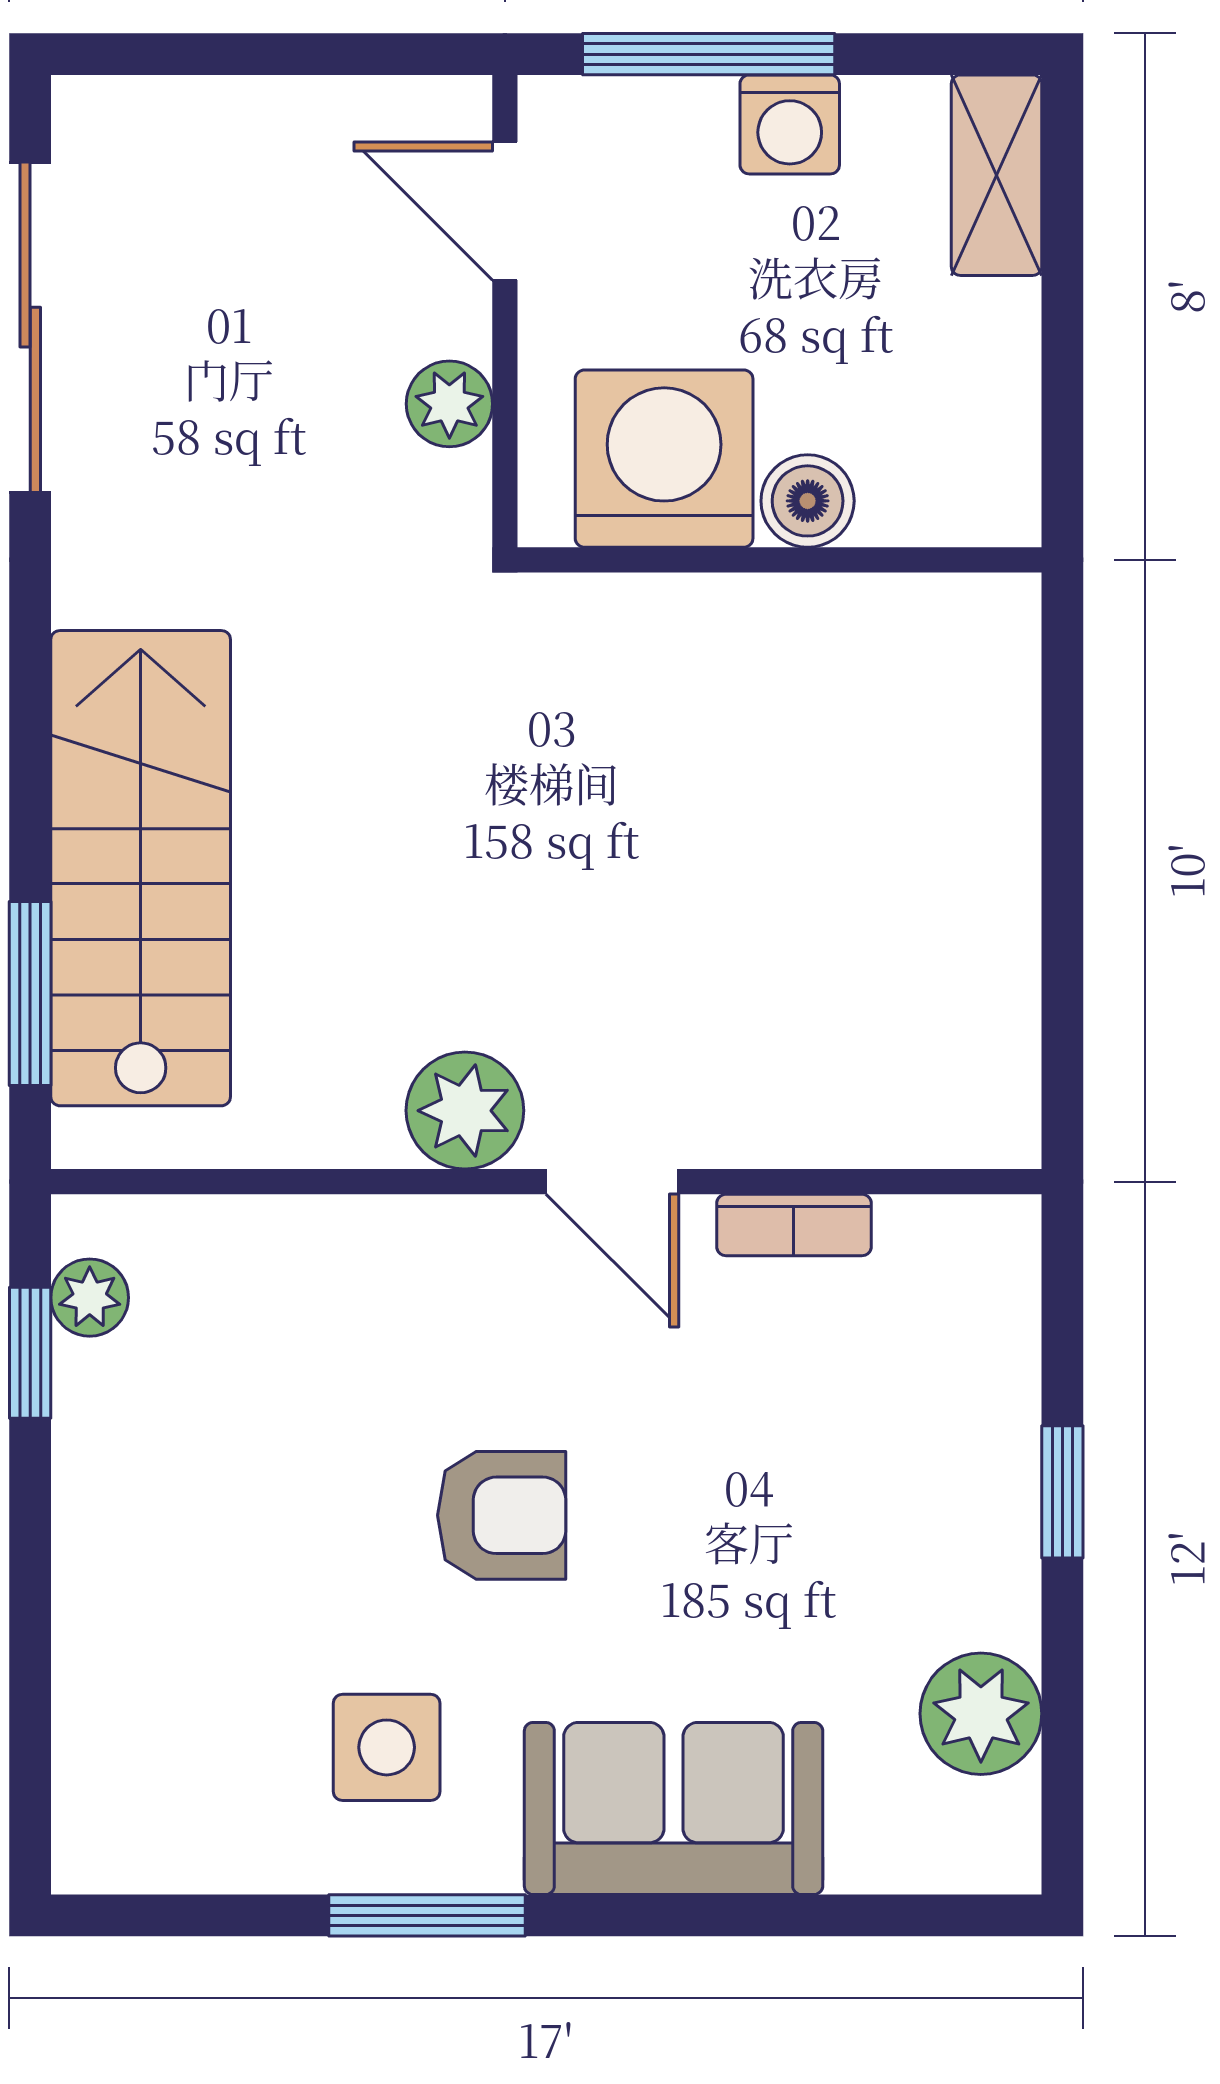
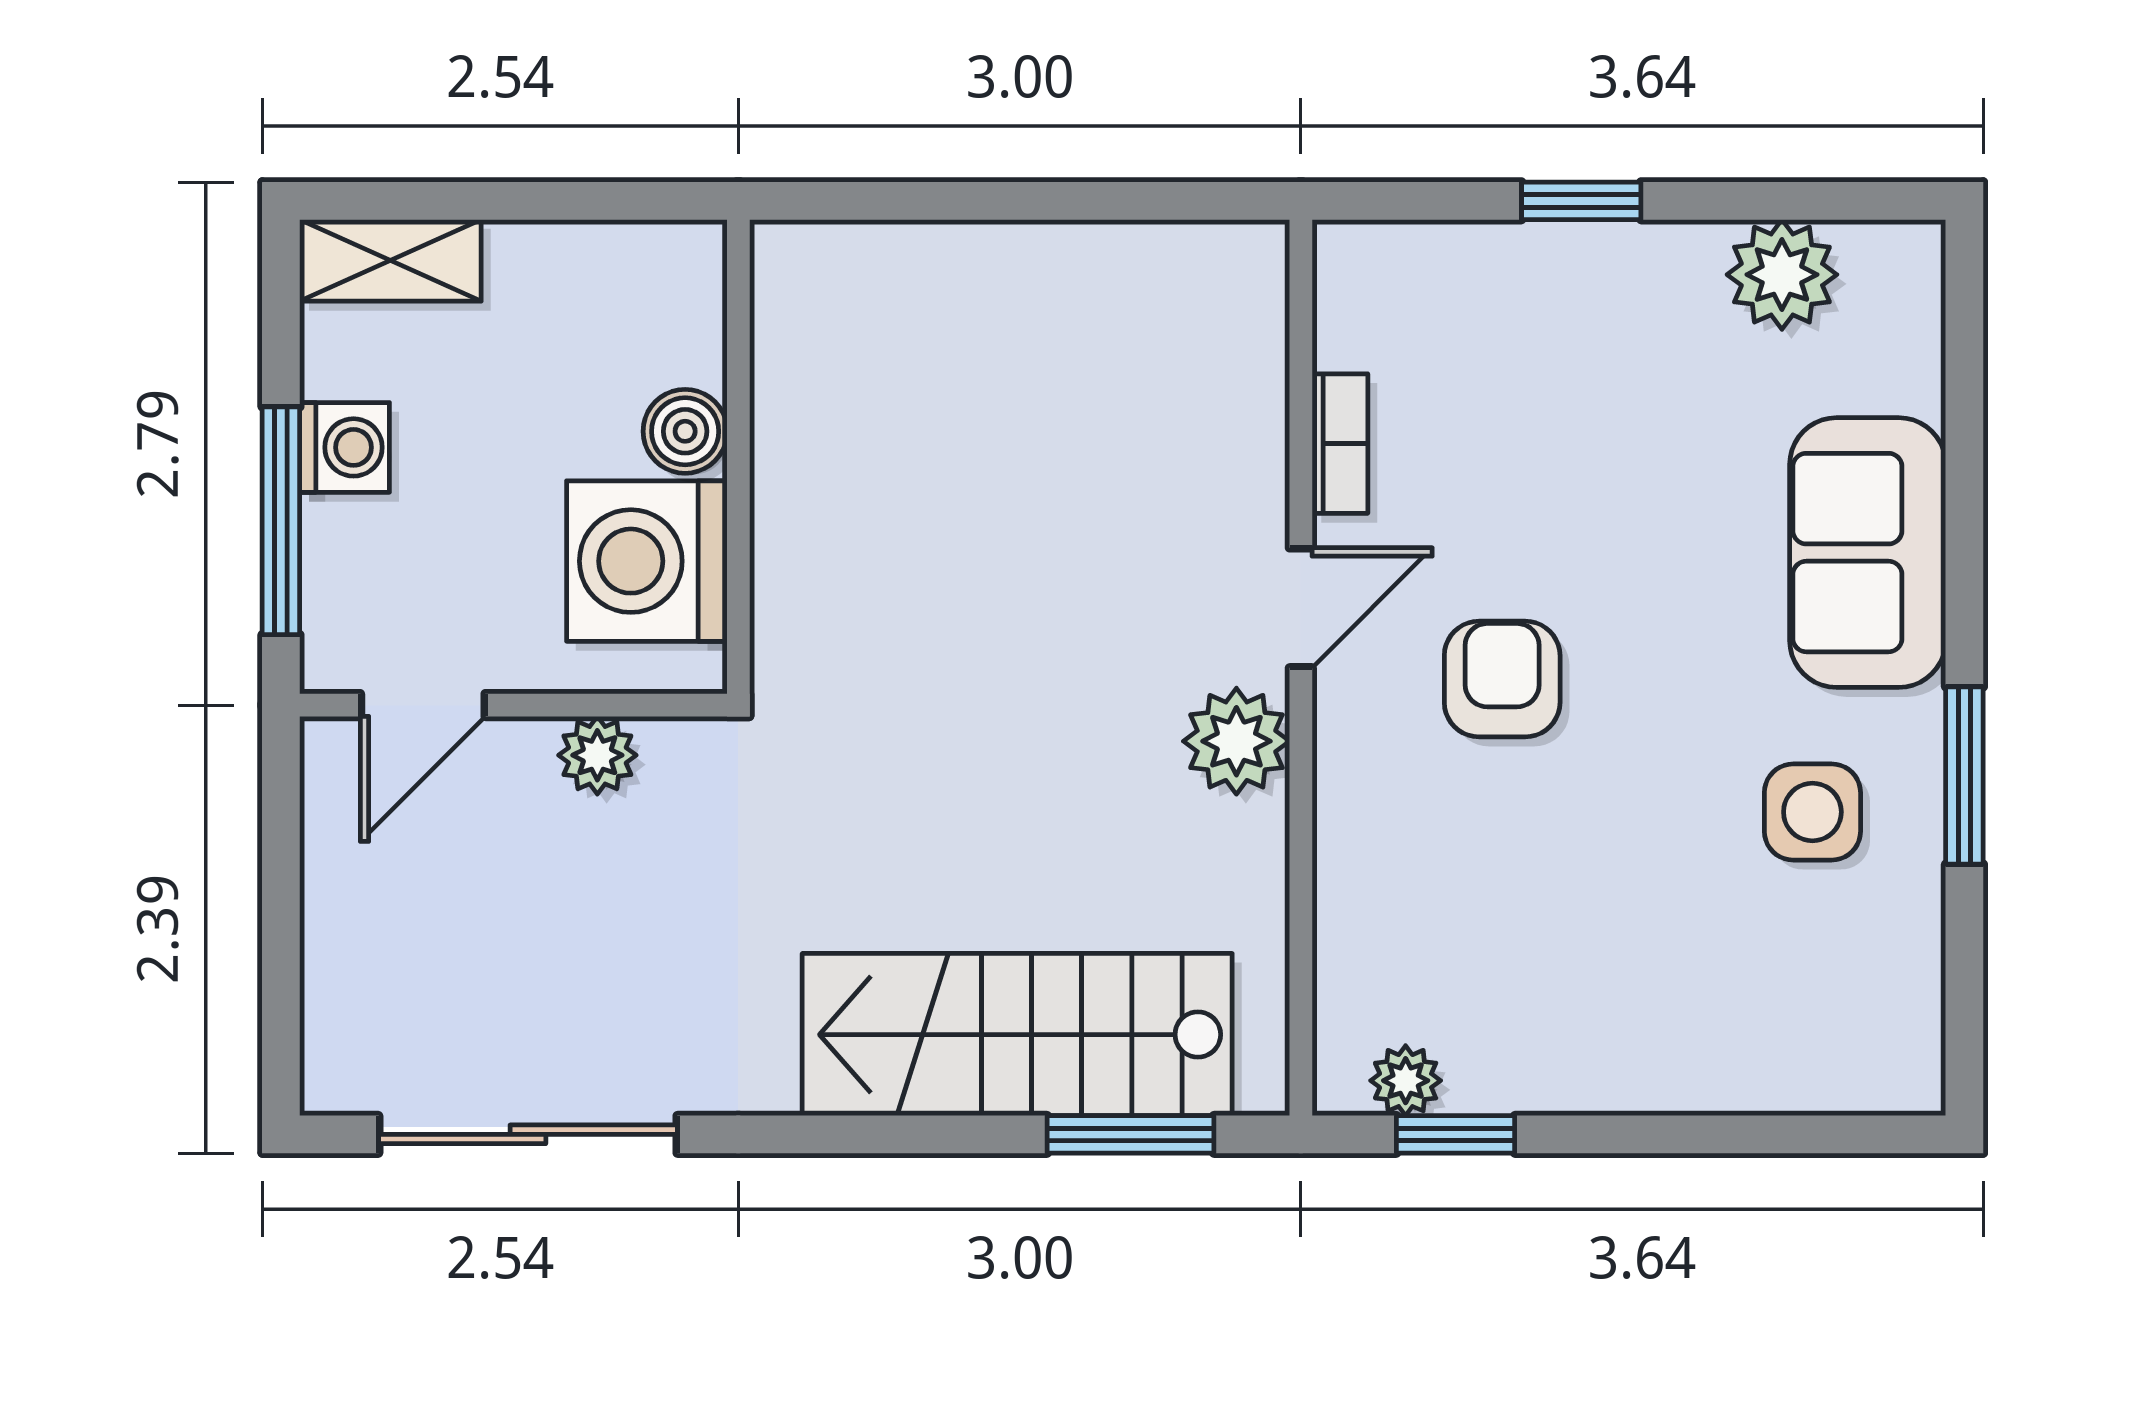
armchair: (502, 1515) -> (1502, 679), moved

